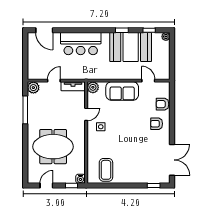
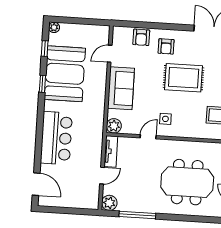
door: (44, 30) -> (36, 184), hinge flipped
door: (54, 81) -> (102, 176), swing flipped
door: (86, 114) -> (148, 137), hinge flipped
rug: (133, 139) -> (184, 78), added
meeting table: (53, 147) -> (187, 182), turned 90

